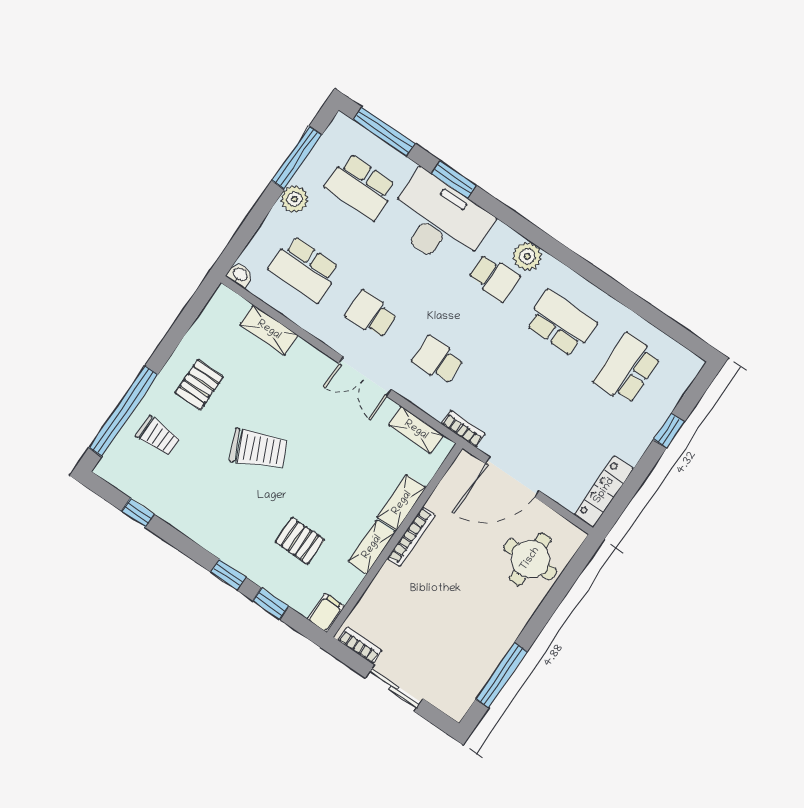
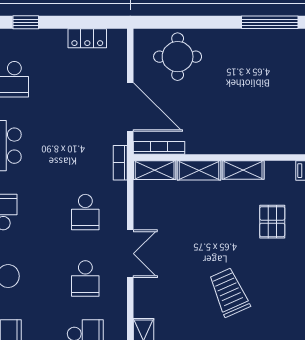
shelving: (416, 430) -> (155, 170), moved, turned 90
locker: (604, 491) -> (87, 38), width x0.66
bookcase: (411, 537) -> (159, 148), moved

